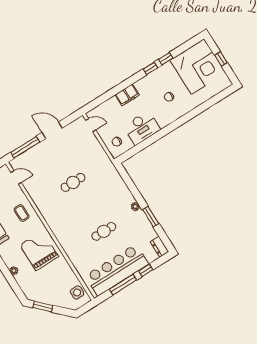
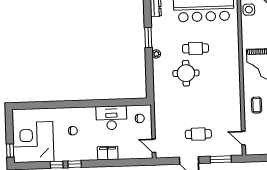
window: (221, 59) -> (10, 151), moved
window: (25, 147) -> (221, 159), width x0.69
cafe table: (73, 182) -> (198, 134), moved
round table: (99, 205) -> (186, 73), added

